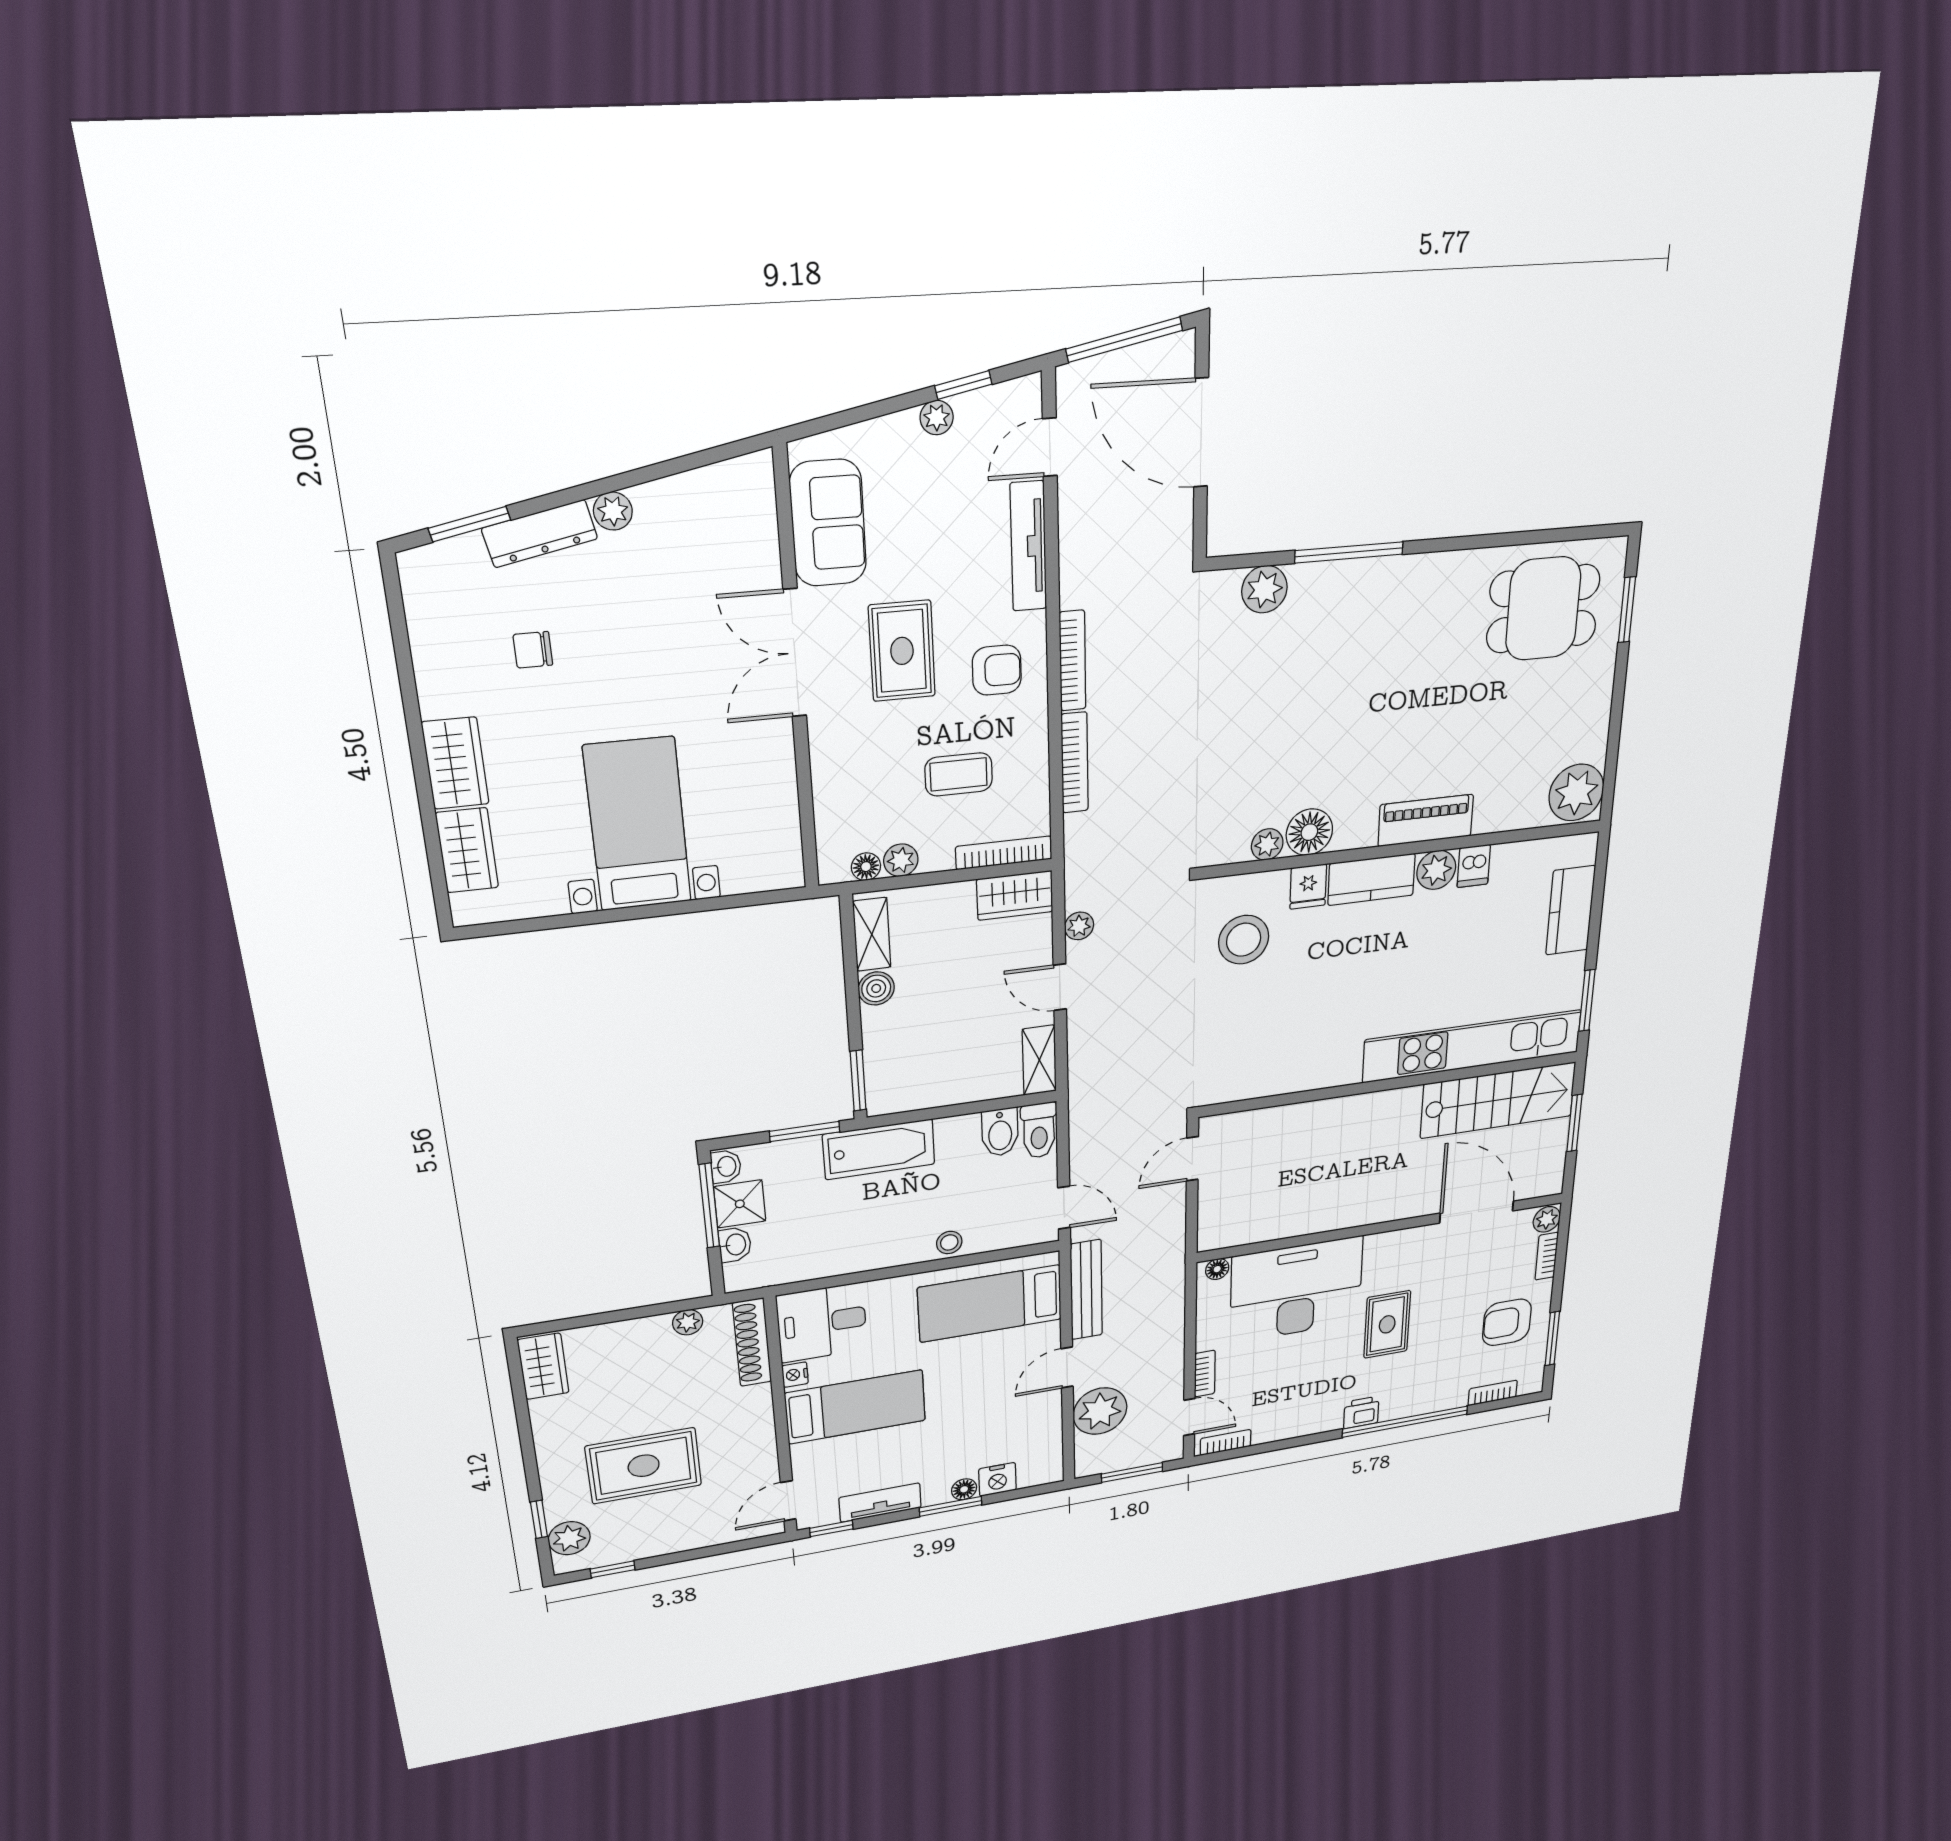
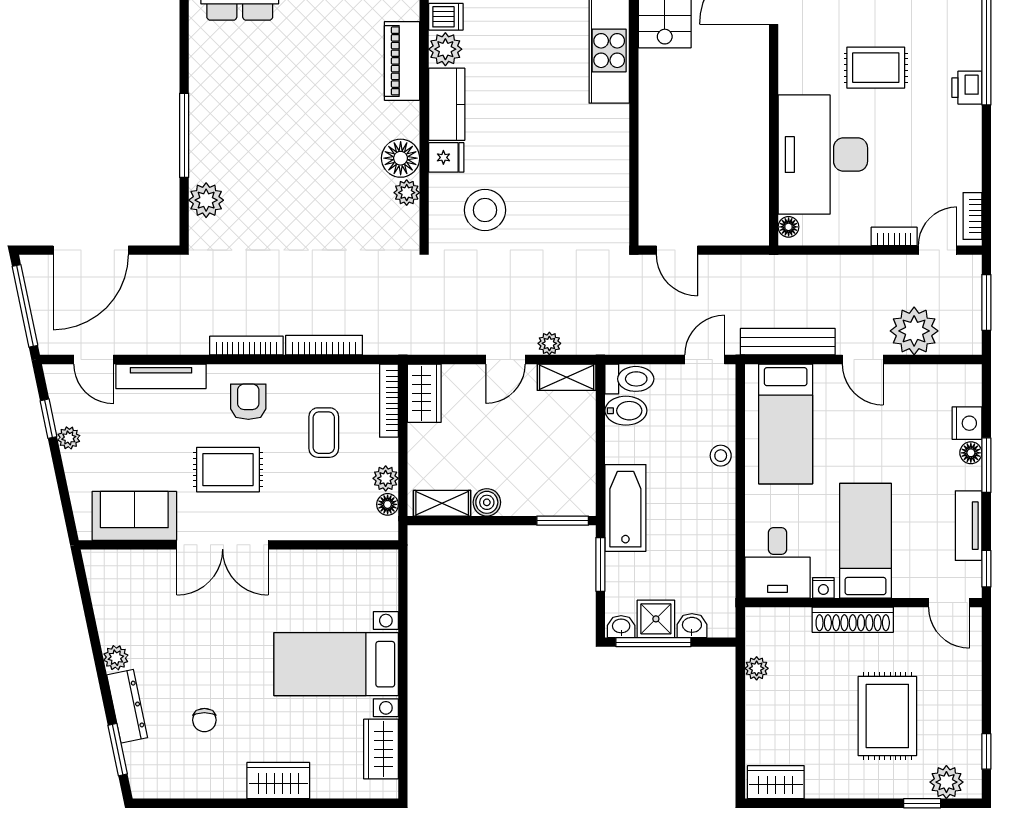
wardrobe: (467, 850) -> (381, 749), moved, turned -90
plant: (1079, 926) -> (549, 343), moved
shoe rack: (752, 1342) -> (853, 620), moved

